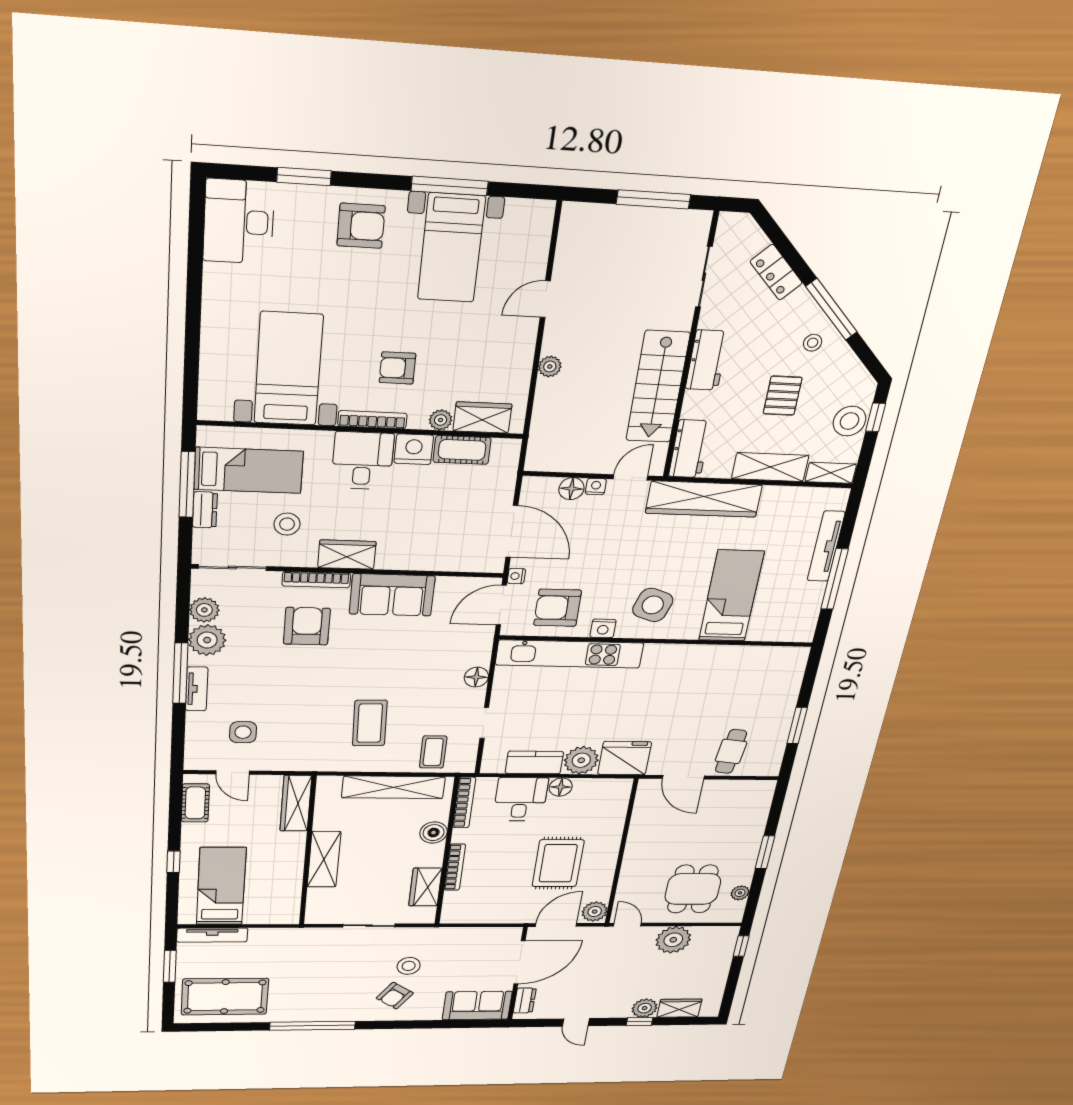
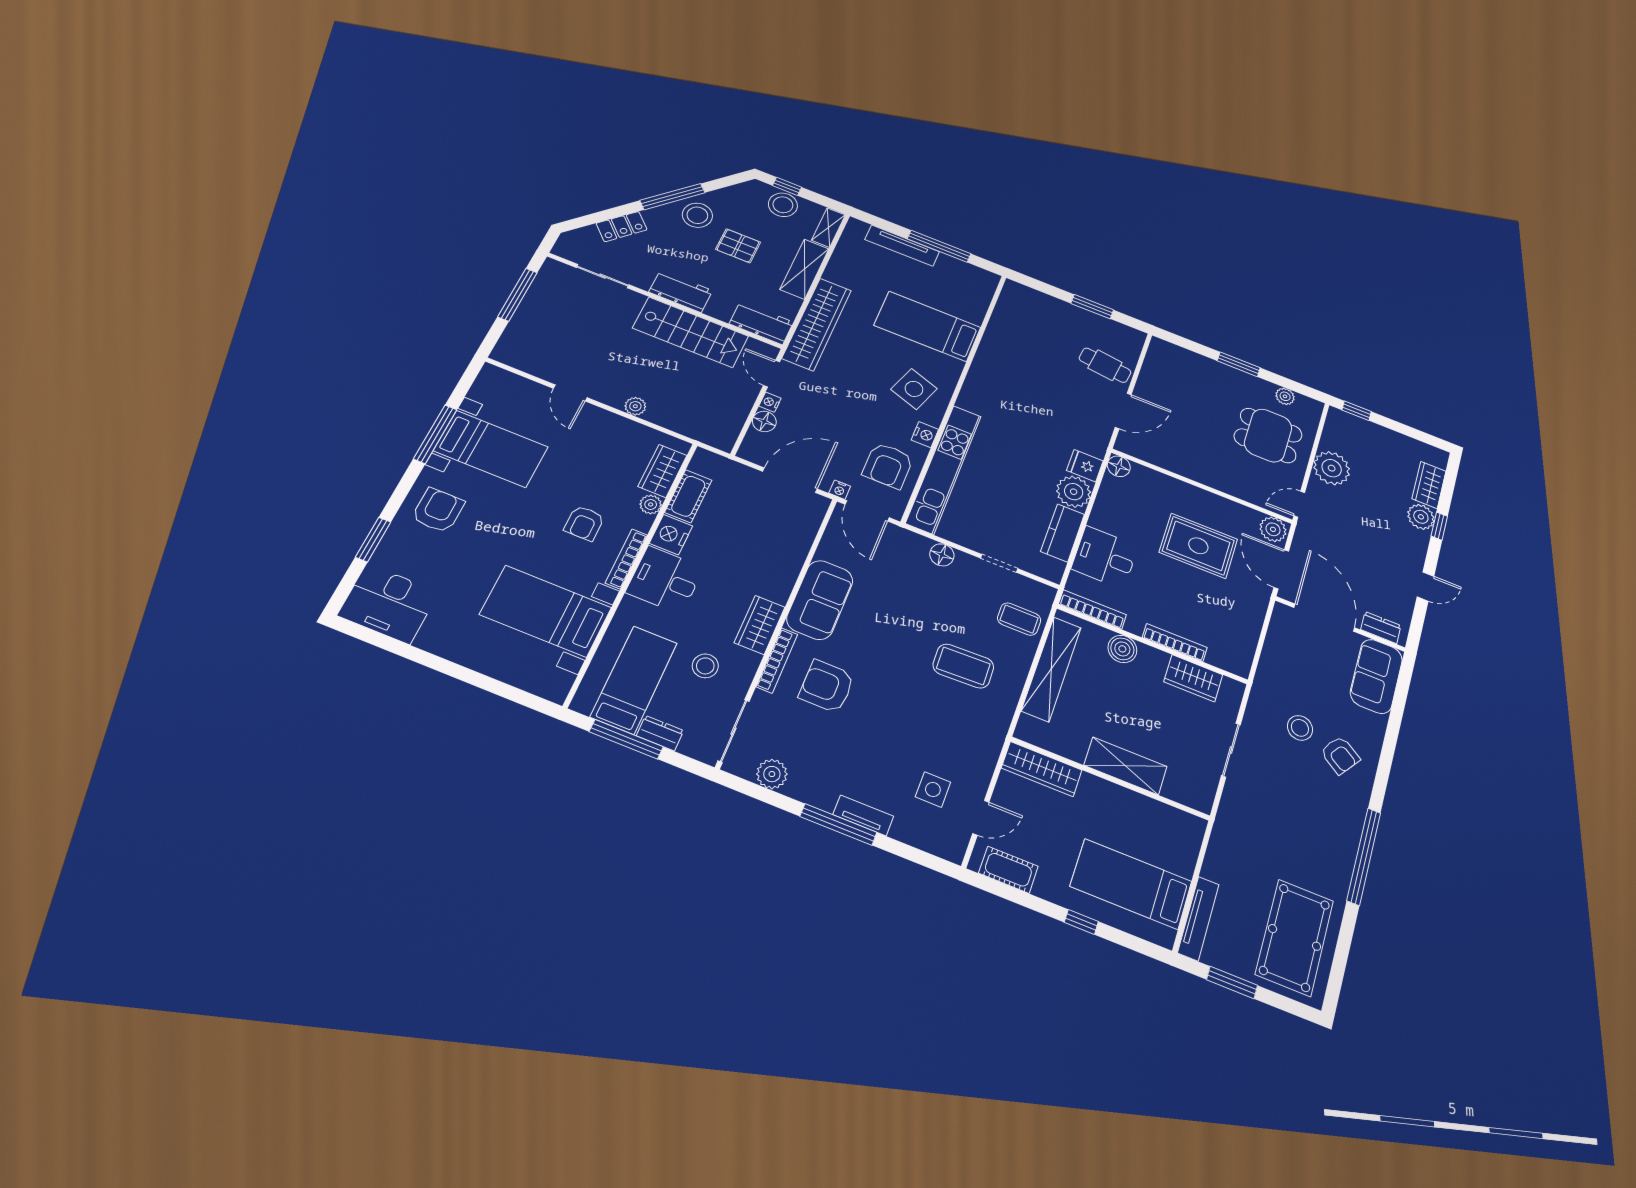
stool: (813, 343) -> (697, 215), width x1.89, depth x1.89
plant: (207, 640) -> (808, 784), removed
fridge: (625, 758) -> (1085, 466), width x0.53, depth x0.75
floor lamp: (561, 787) -> (1119, 466), moved

